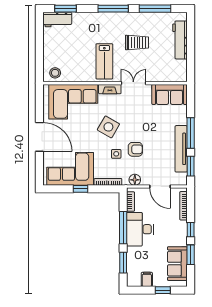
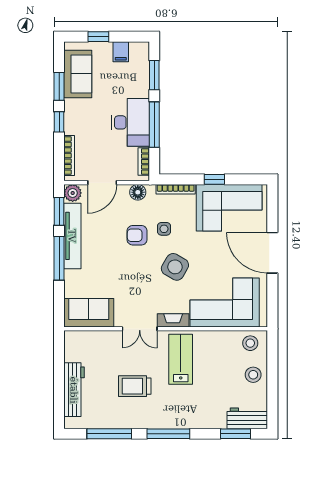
stool: (53, 50) -> (253, 375), added
plant: (181, 179) -> (73, 193), added
door: (160, 187) -> (102, 183), swing flipped

